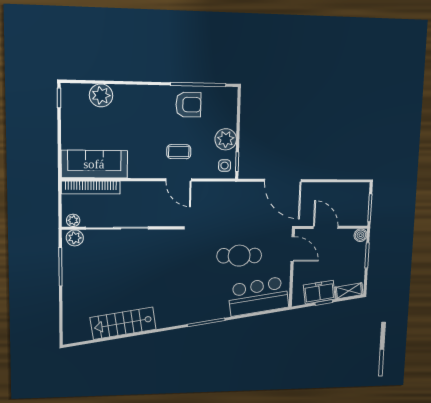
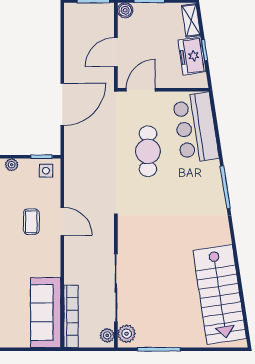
plant: (226, 139) -> (12, 165), width x0.53, depth x0.53
door: (179, 180) -> (62, 221), hinge flipped
stairs: (123, 323) -> (220, 295), width x1.36, depth x1.51

